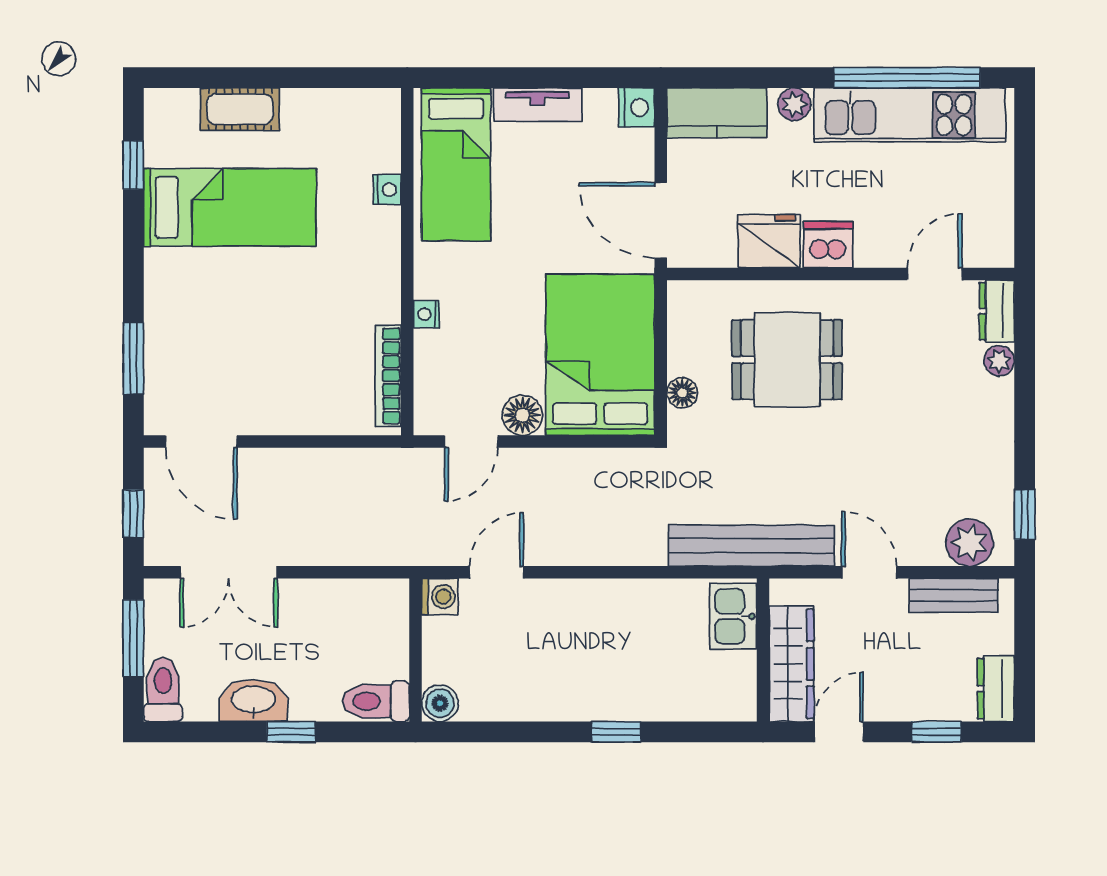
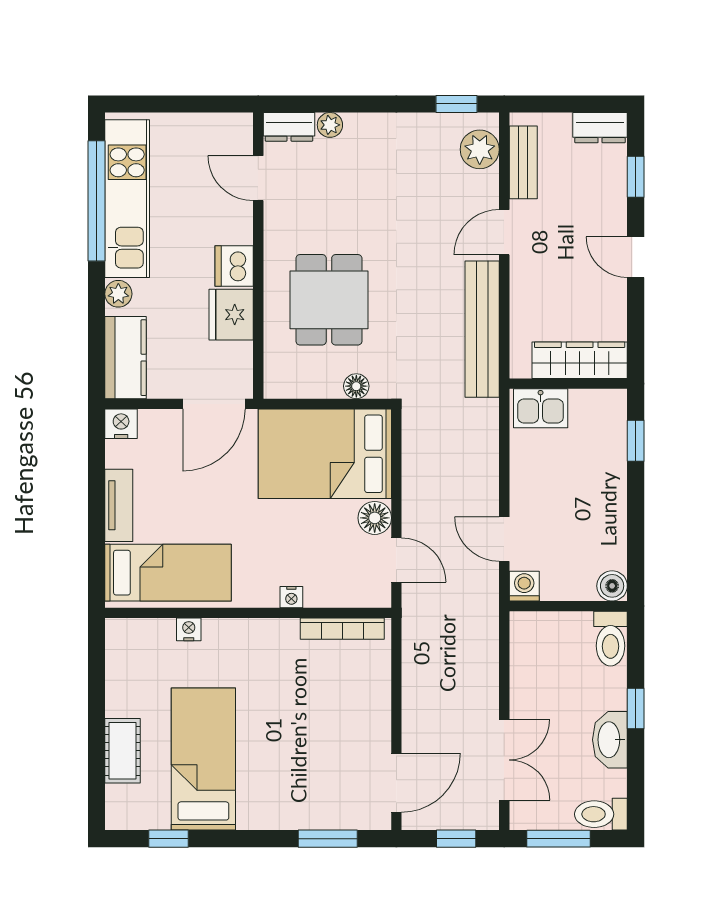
kitchen sink: (733, 616) -> (541, 408), moved
wall: (763, 650) -> (568, 384), moved
wardrobe: (791, 664) -> (580, 360), moved

